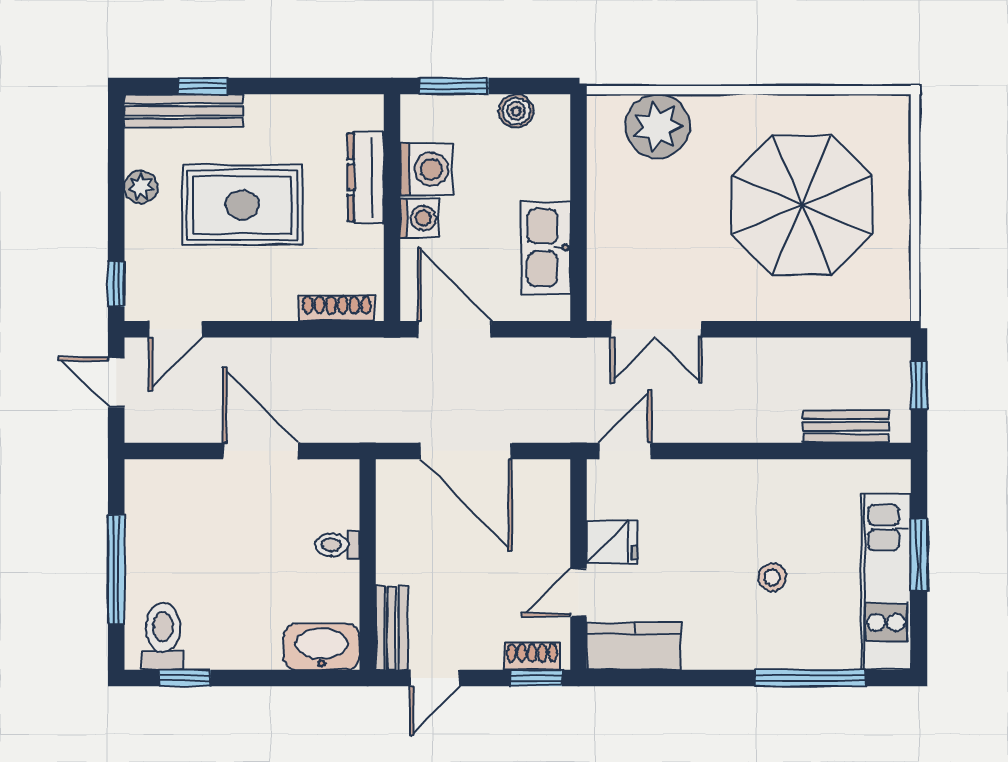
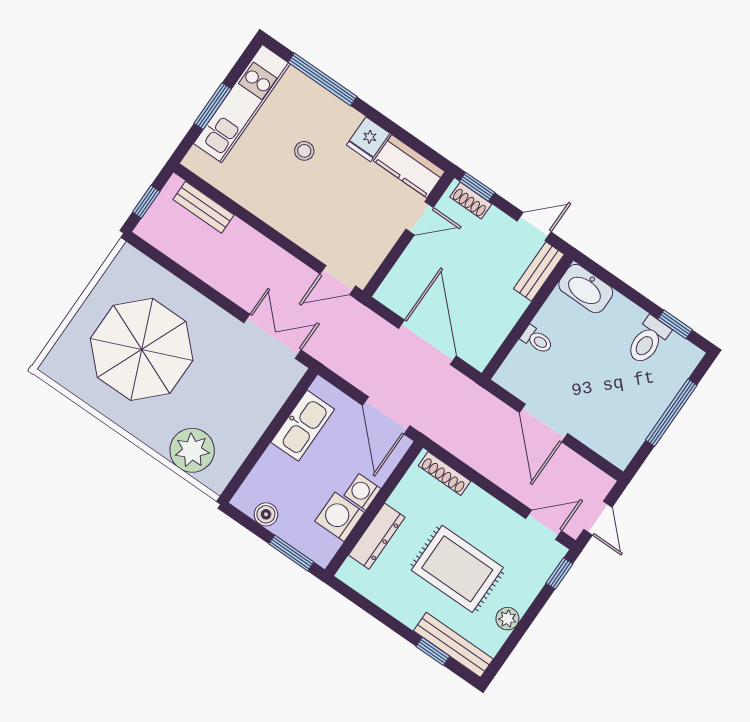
fridge: (612, 542) -> (368, 139), moved, turned -90
toilet: (163, 636) -> (648, 340), moved

